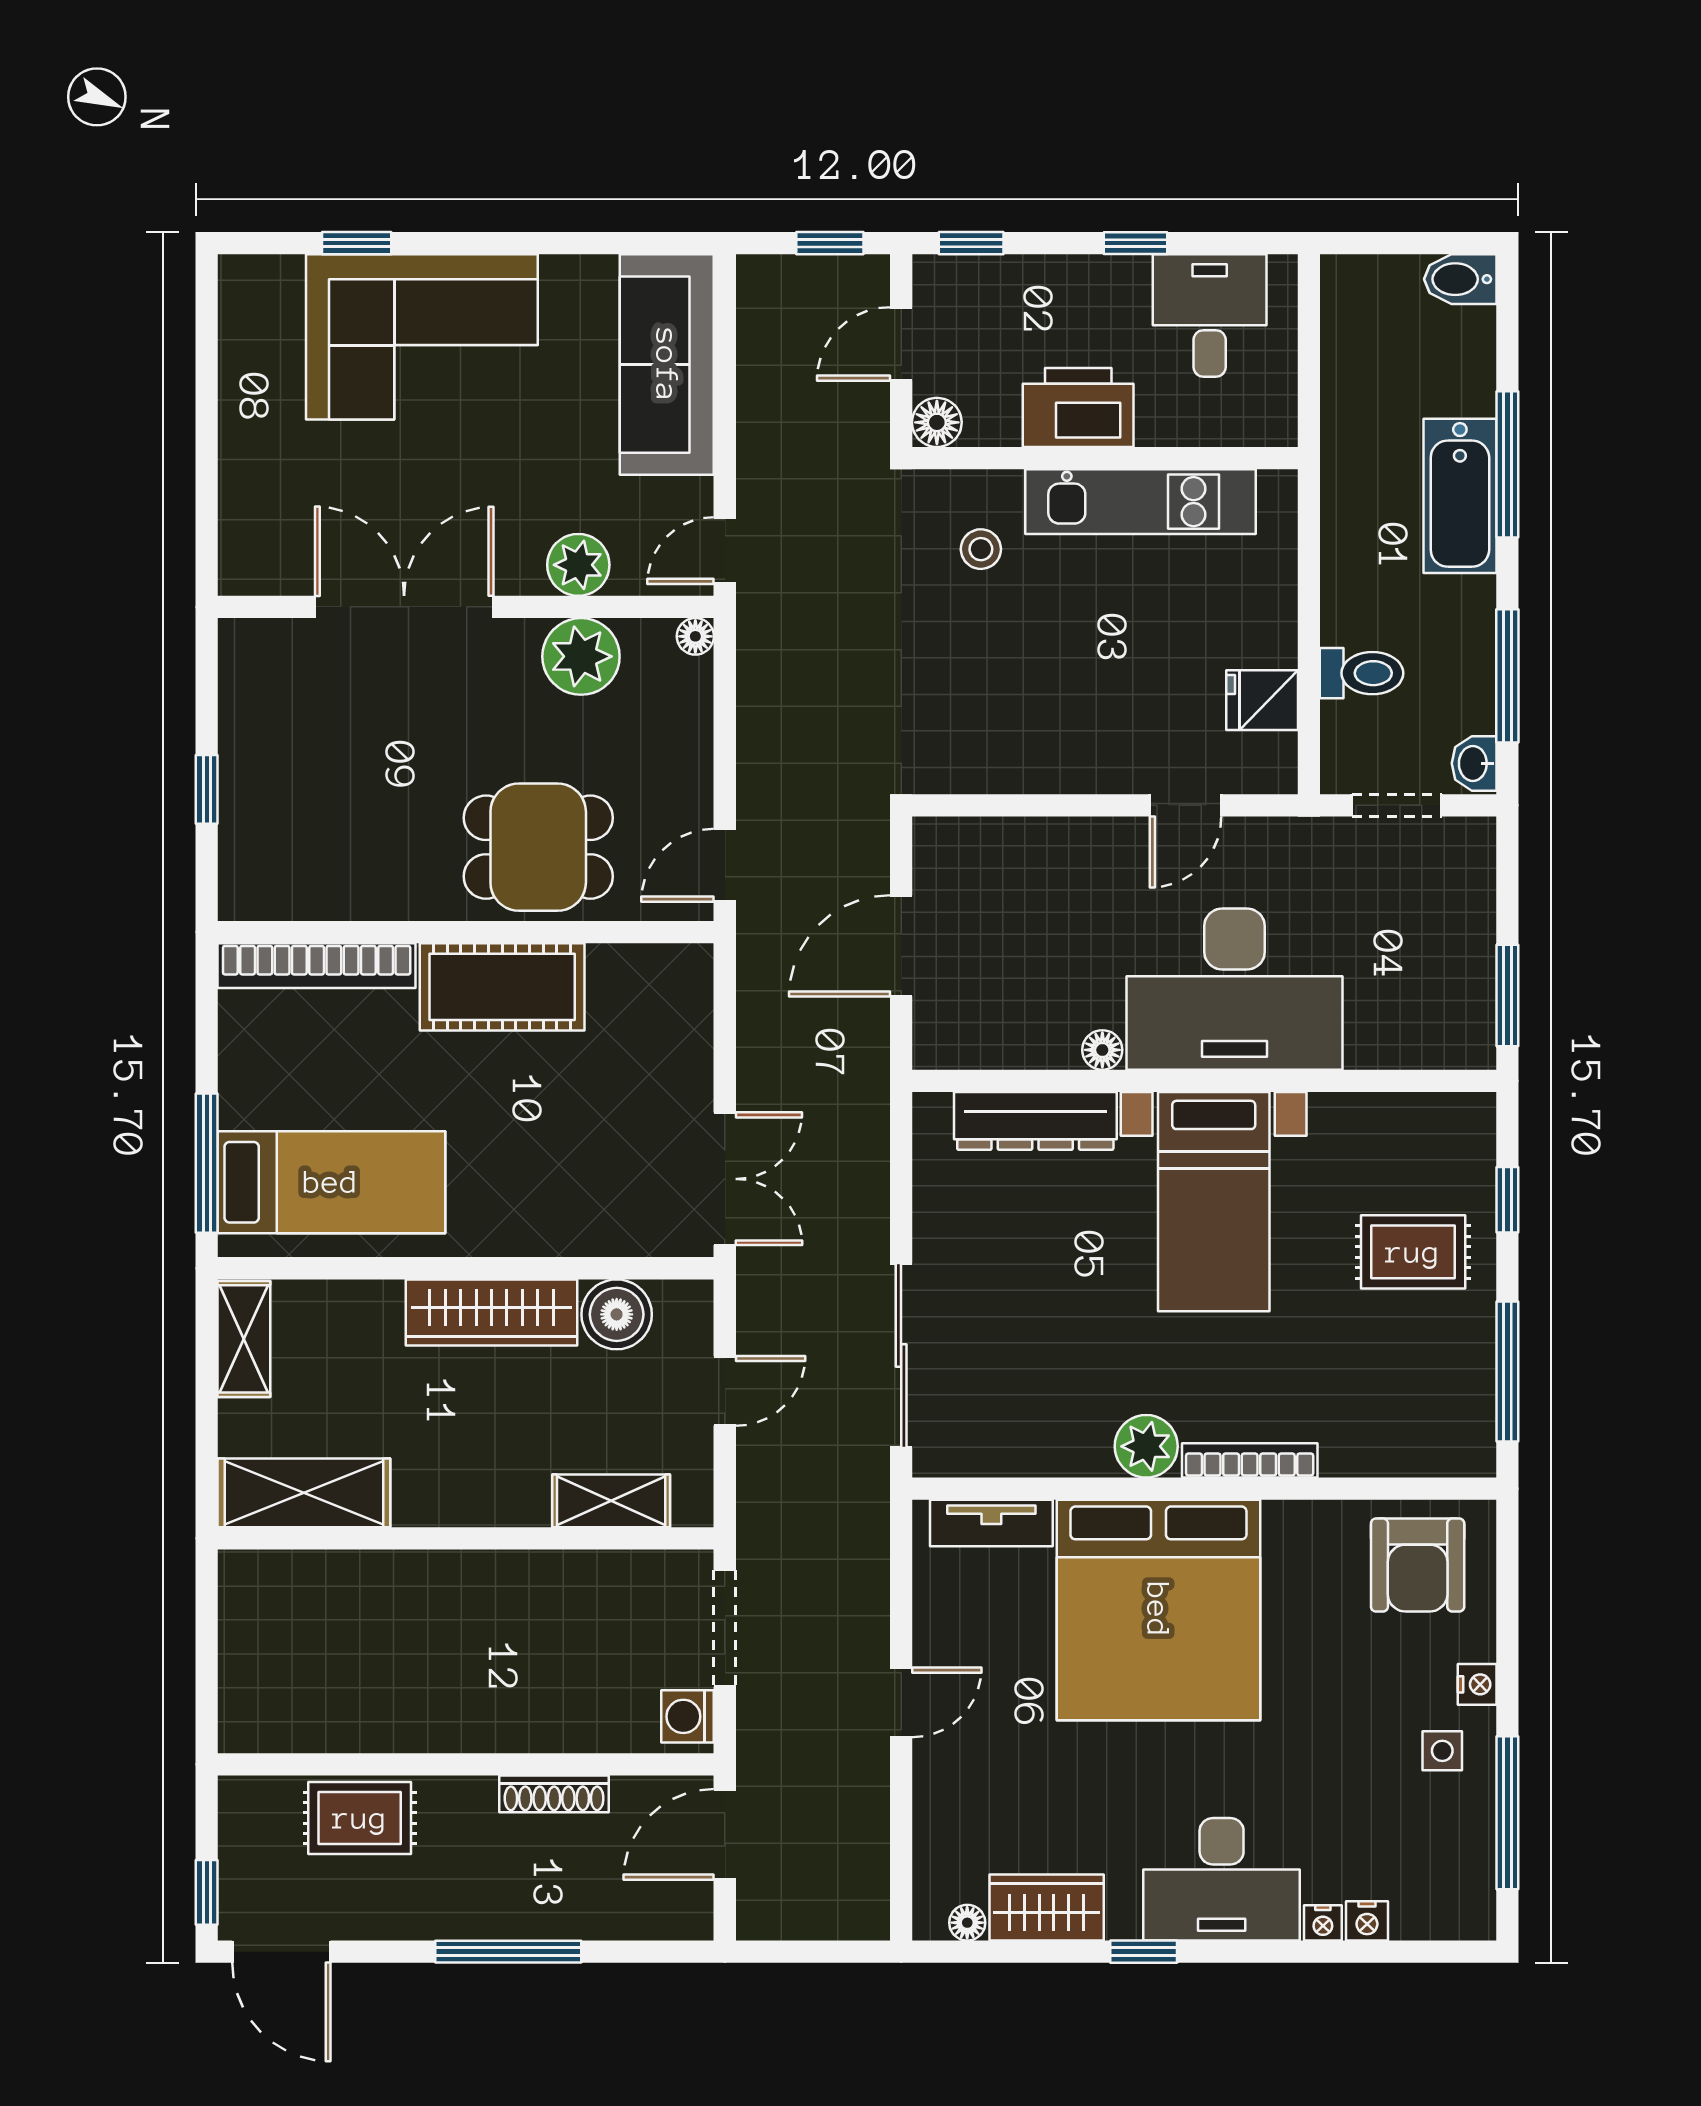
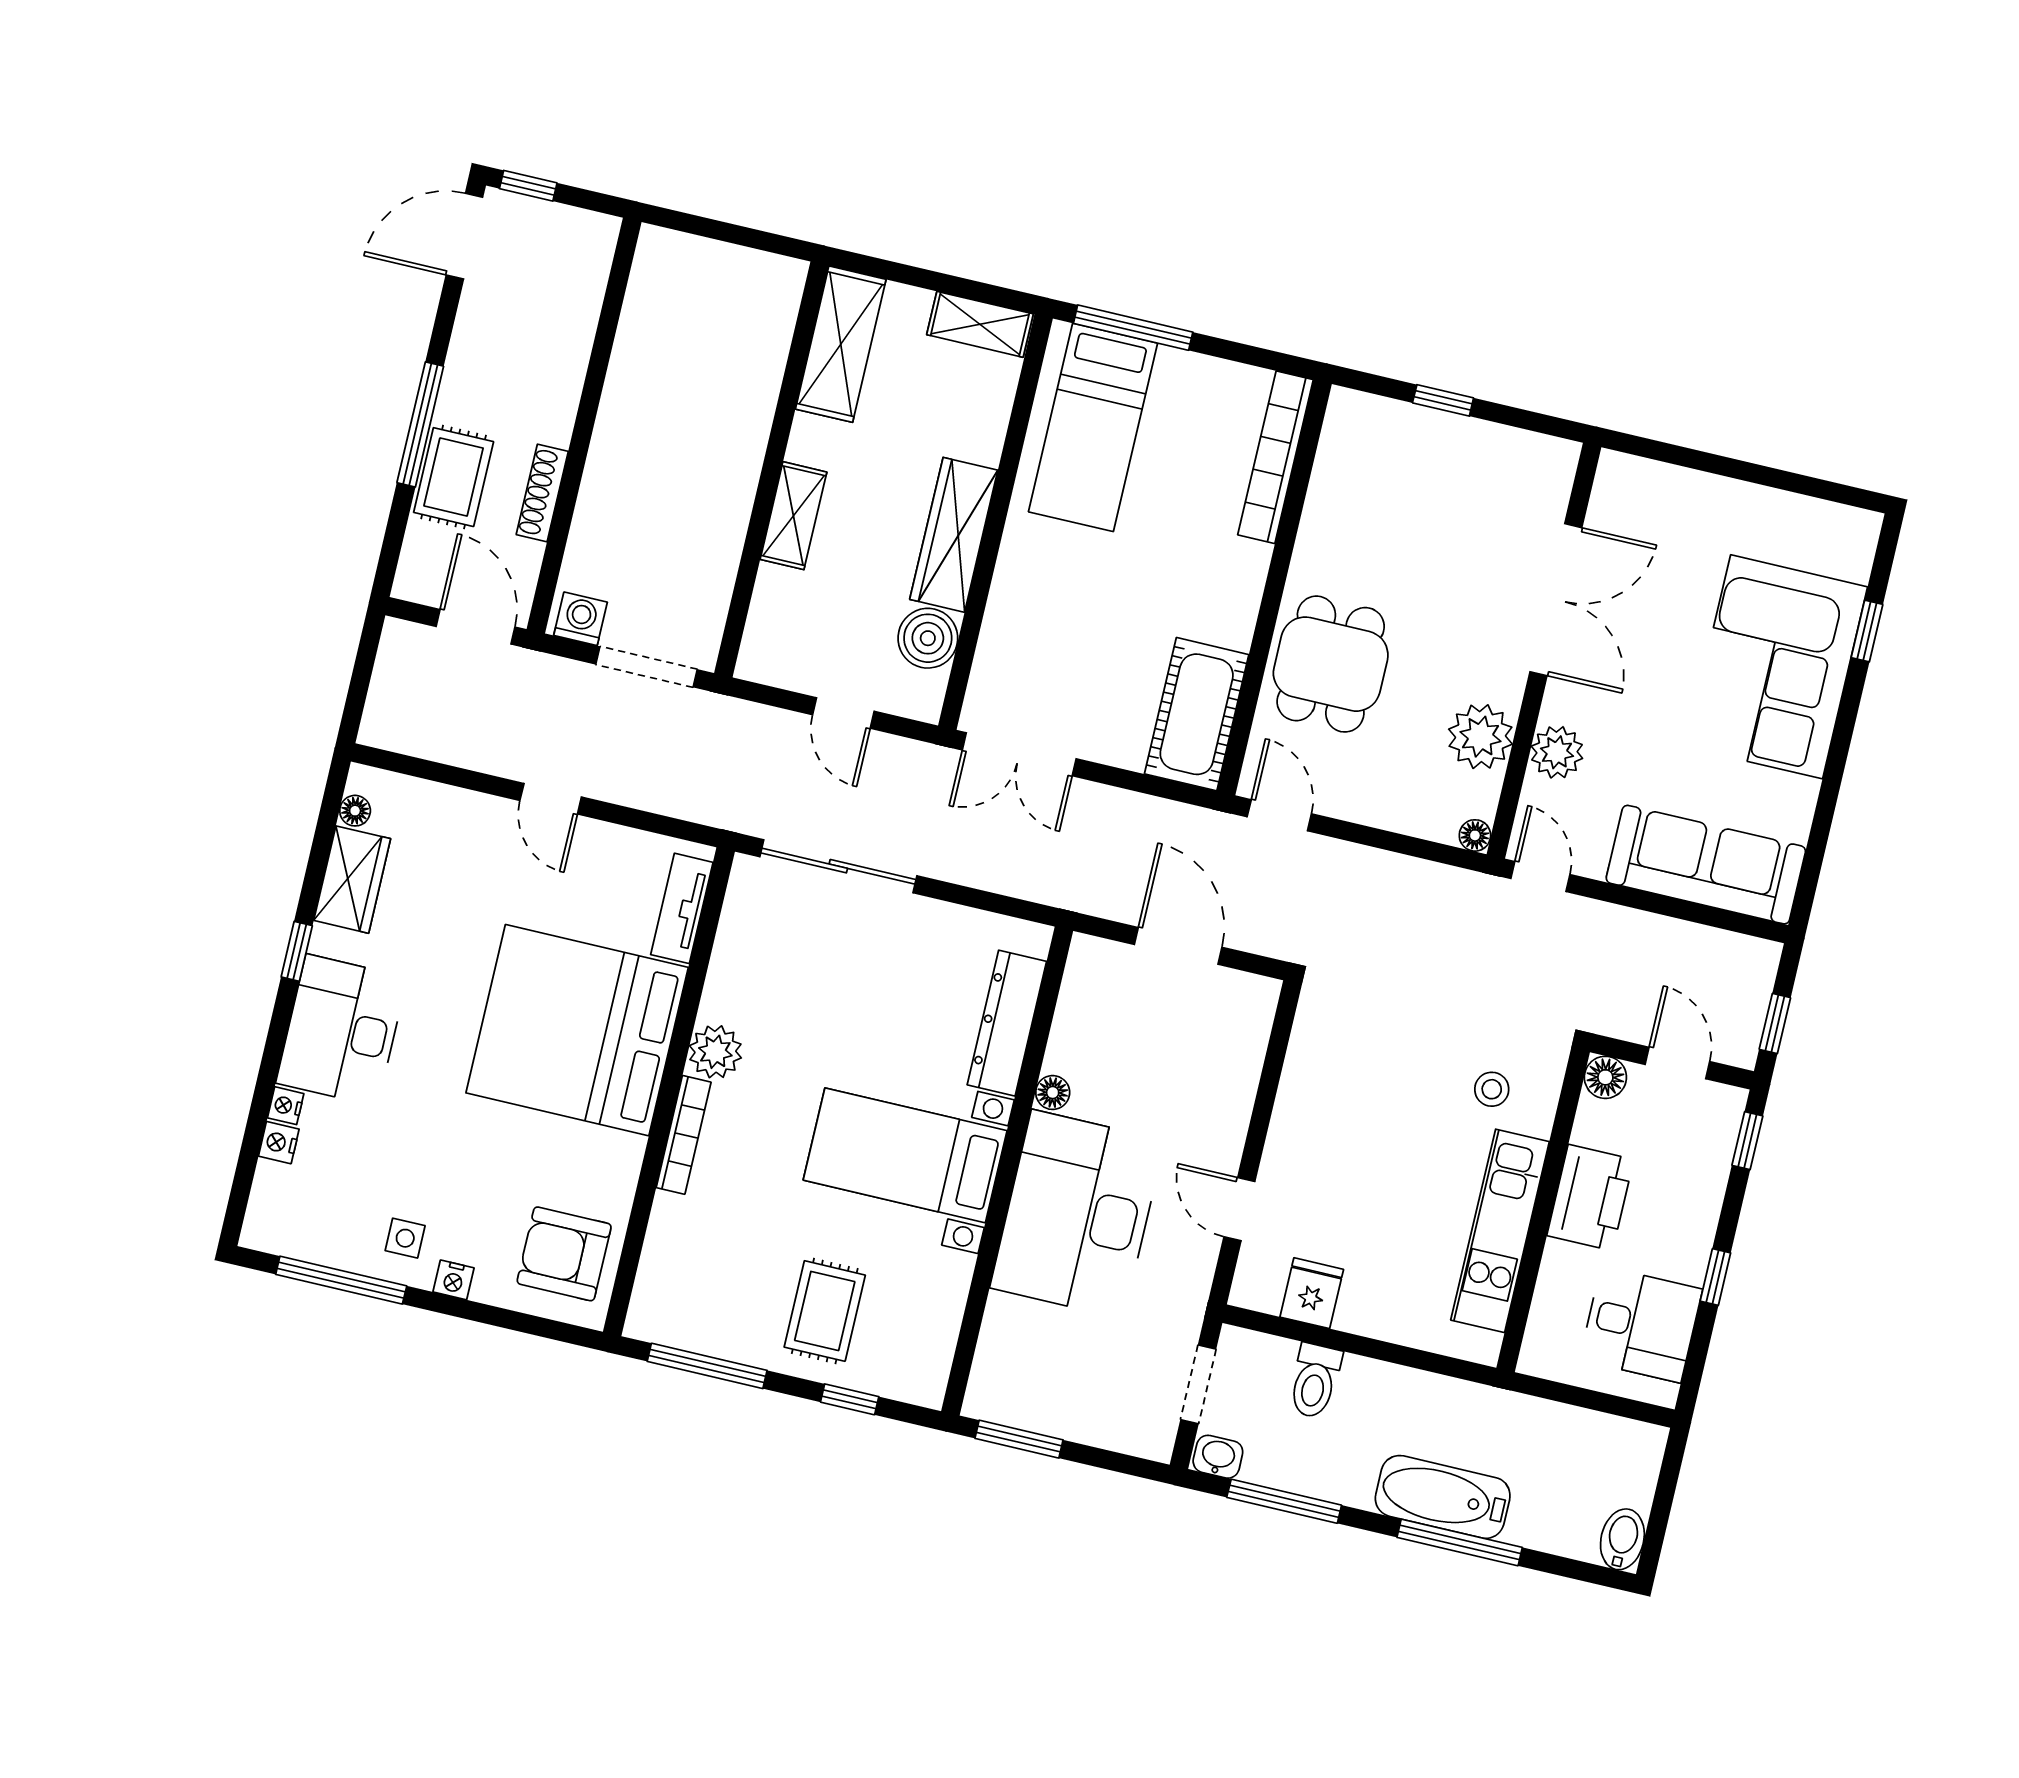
cot: (502, 987) -> (1197, 714), moved
shelving: (611, 1501) -> (793, 516), moved
rug: (360, 1818) -> (454, 477), moved

